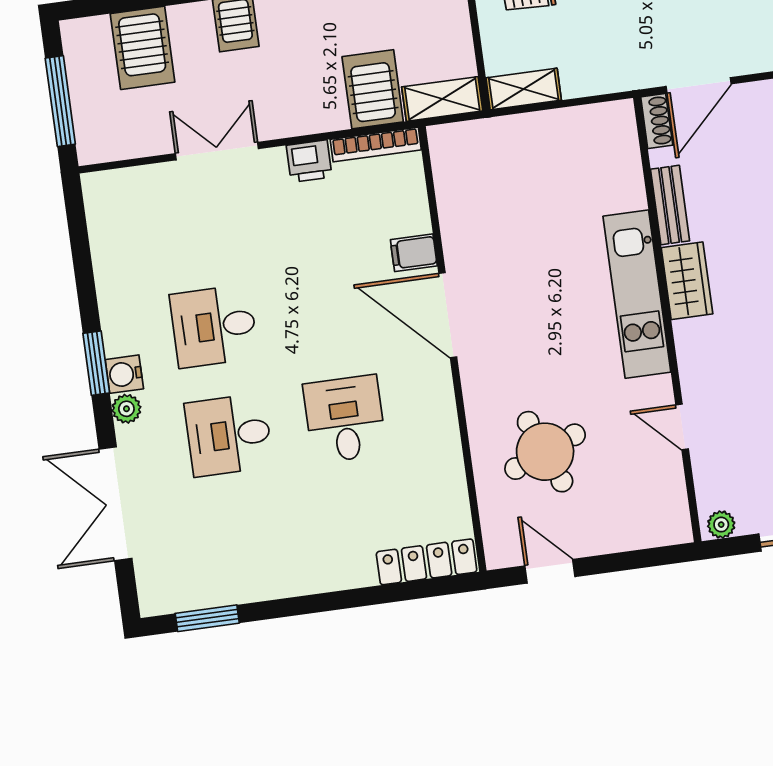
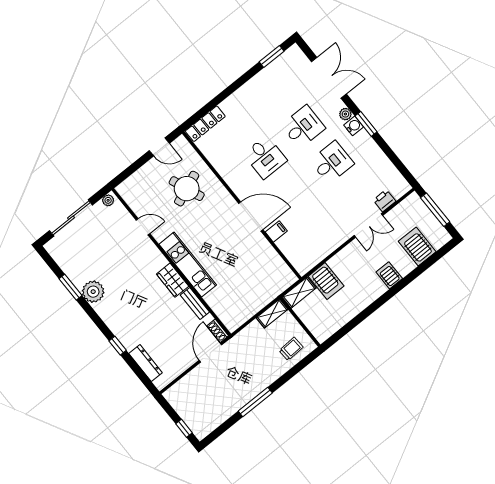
bookcase: (376, 145) -> (313, 262), removed
printer: (309, 161) -> (384, 201), moved

